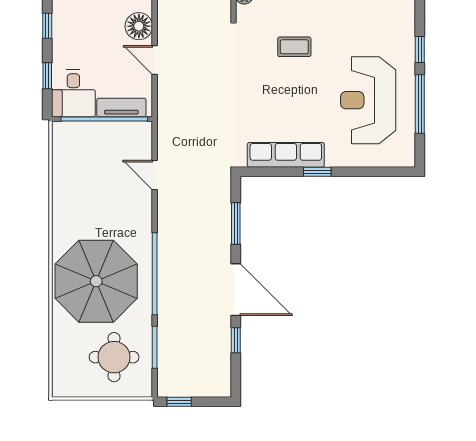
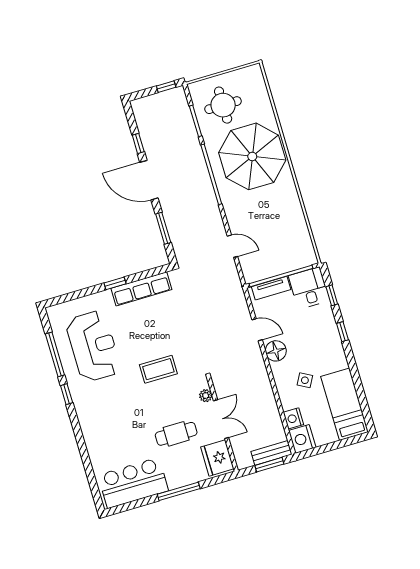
coffee table: (294, 47) -> (158, 369), width x1.36, depth x1.30

